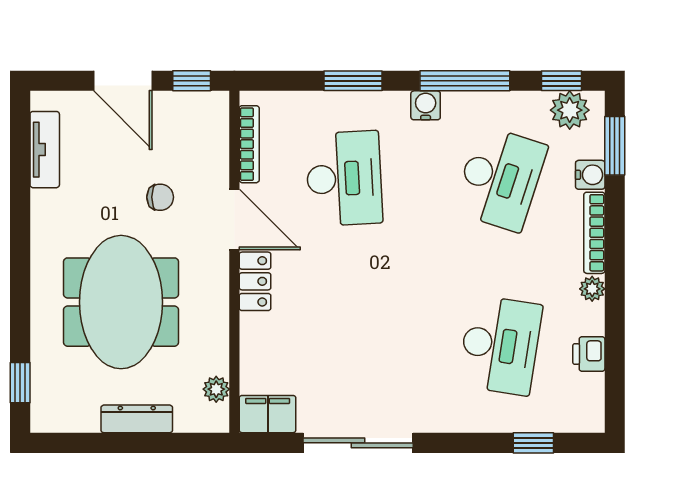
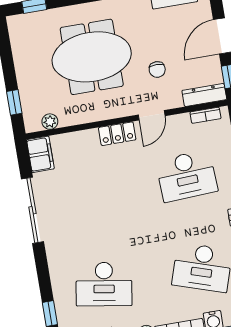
bookcase: (249, 144) -> (205, 115), width x0.64
door: (234, 219) -> (152, 115), width x0.73
dresser: (137, 419) -> (204, 95), moved, turned -90
window: (174, 443) -> (14, 102), added

